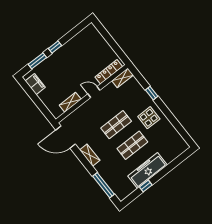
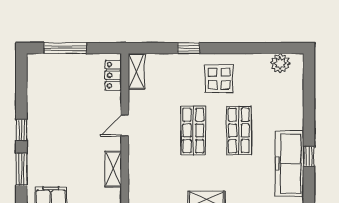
window: (108, 37) -> (65, 48), added
locker: (109, 72) -> (113, 75), width x0.66
plant: (178, 140) -> (280, 63), added
freezer: (148, 171) -> (290, 163), moved

